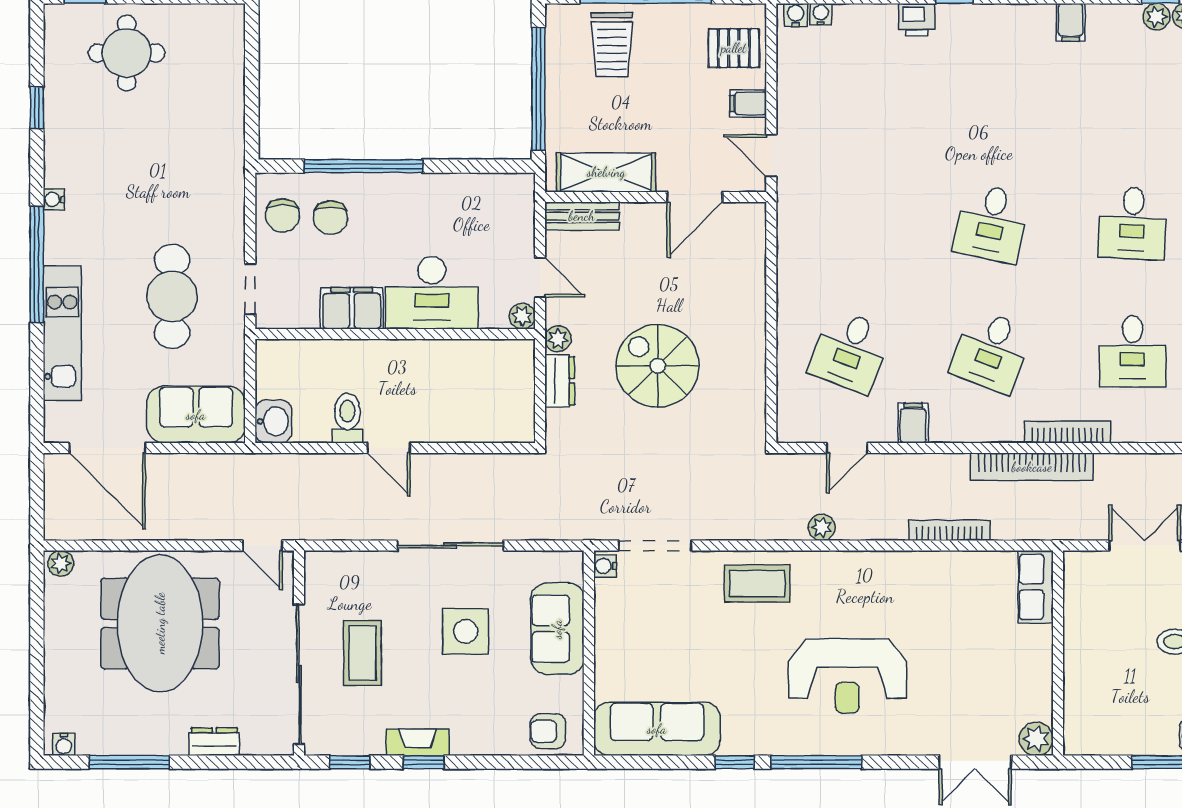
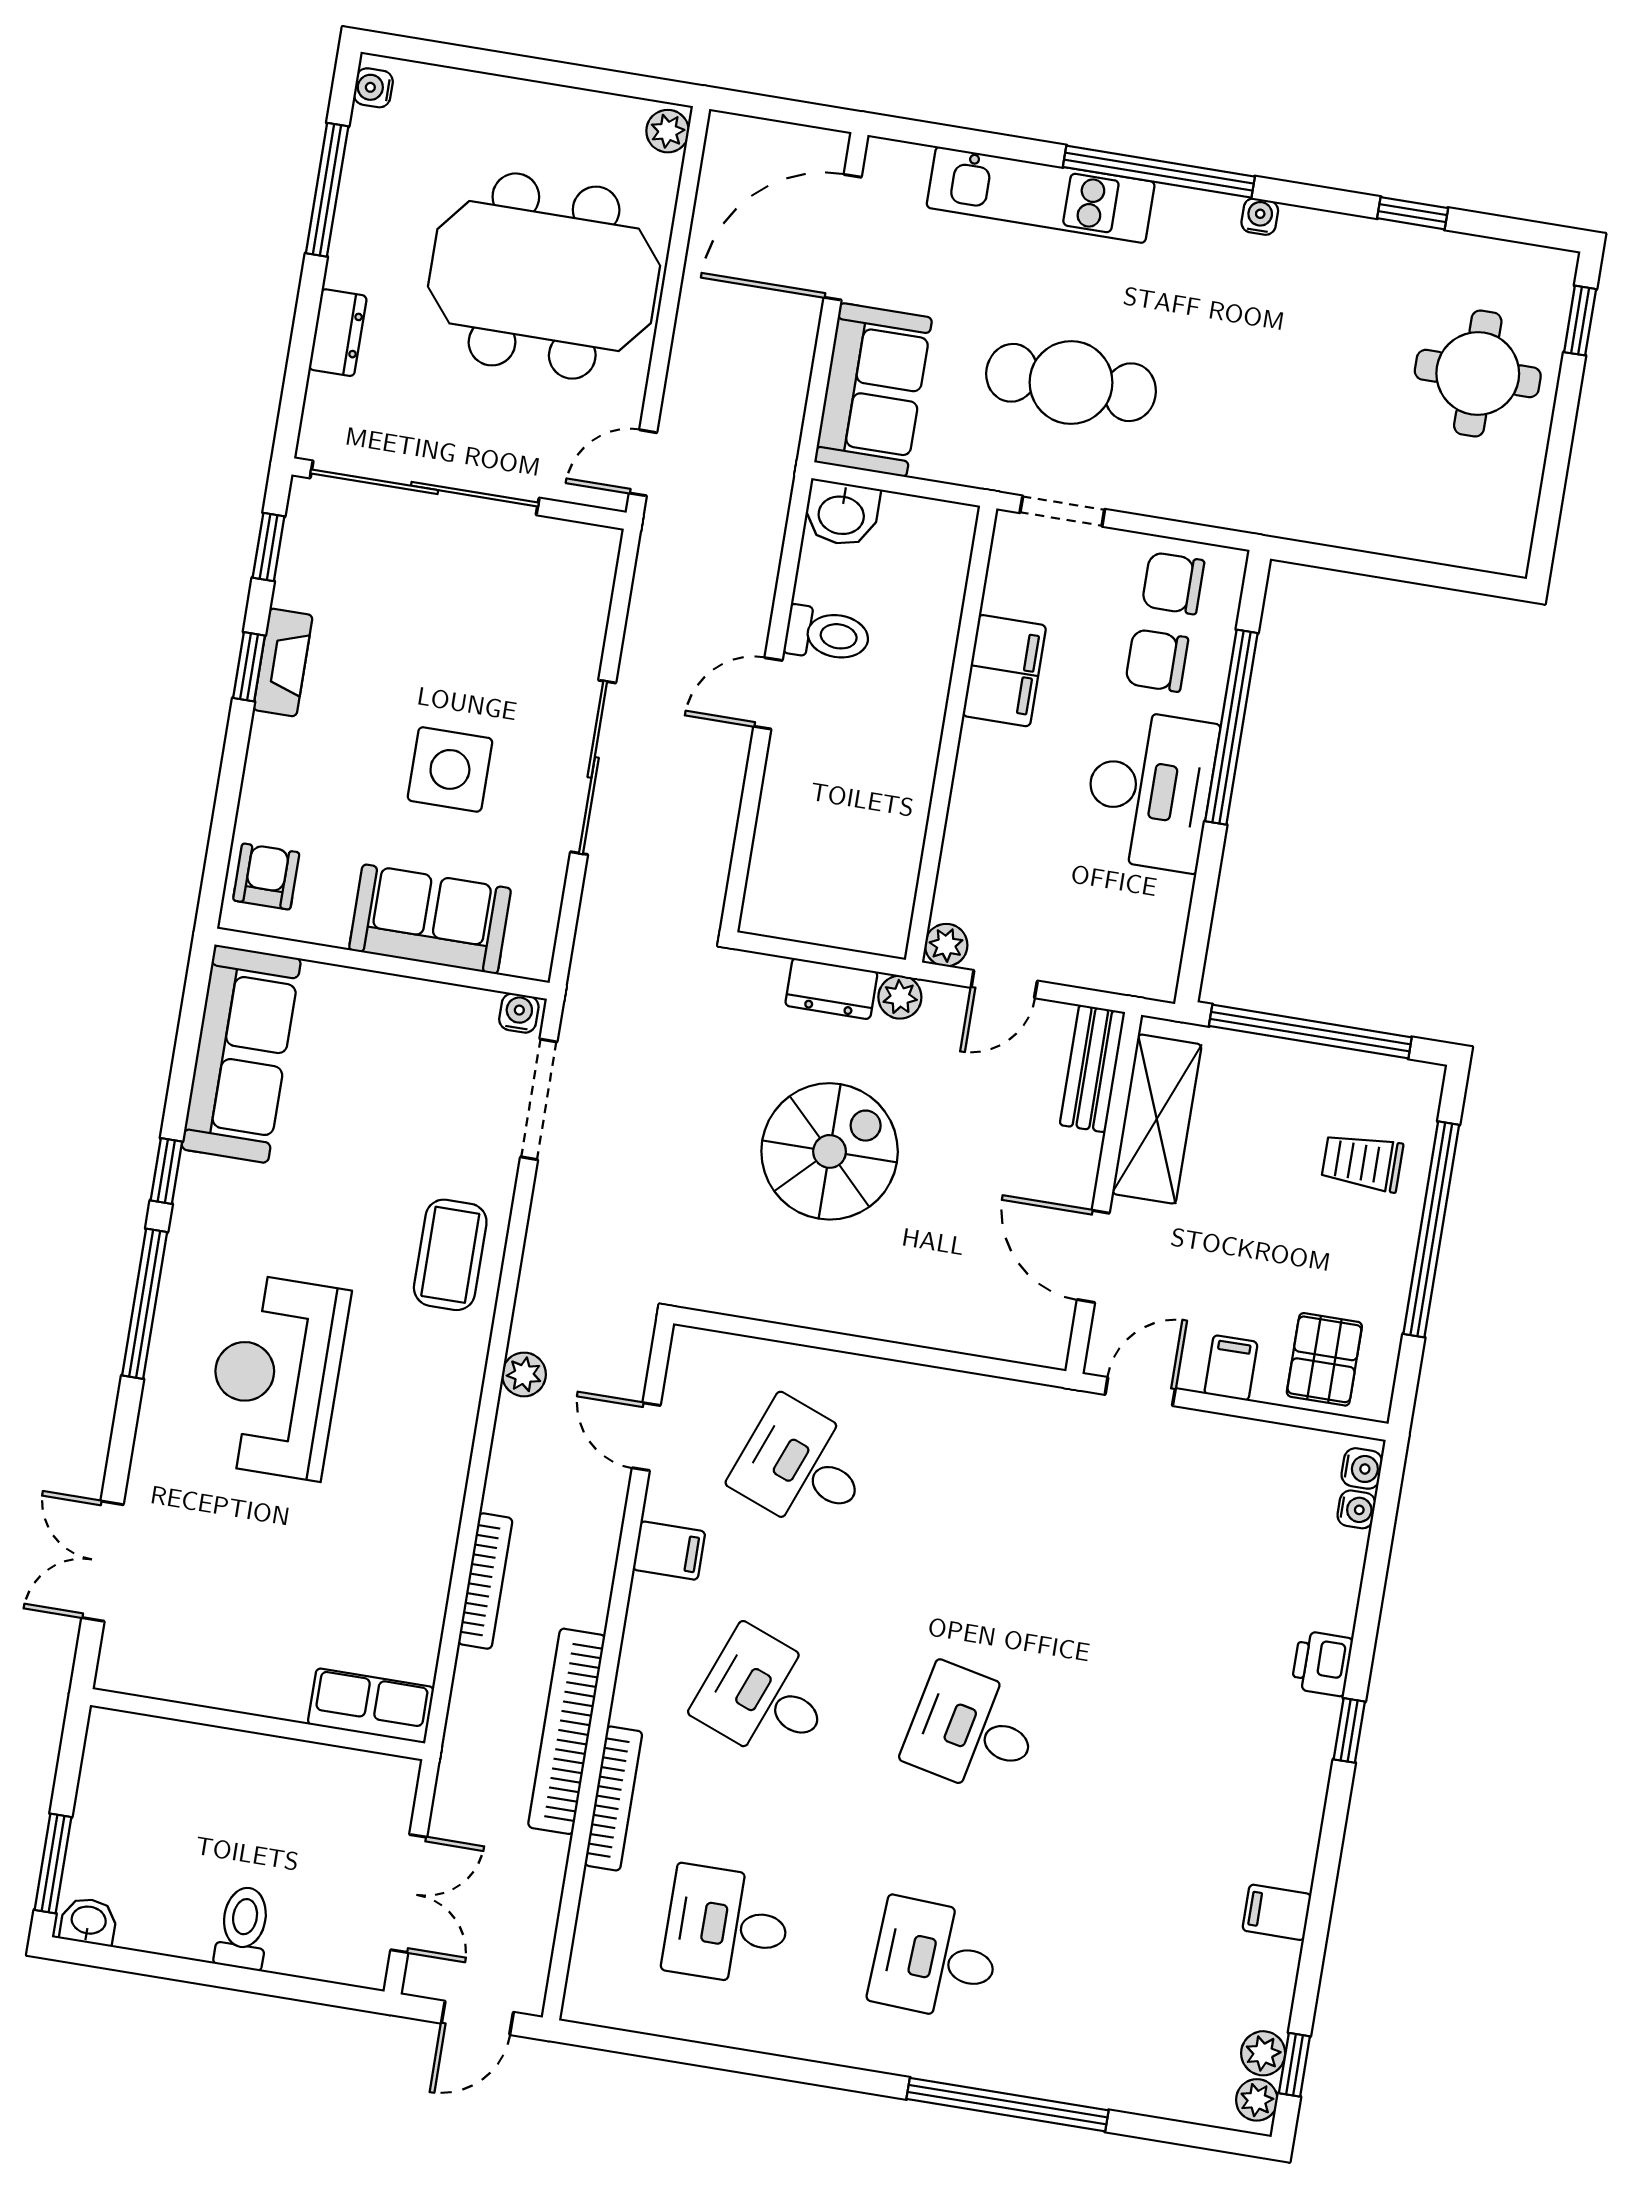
trolley: (612, 45) -> (1362, 1162), width x0.73, depth x0.72
desk: (432, 293) -> (1150, 790), moved, turned 180
coffee table: (362, 653) -> (442, 597), removed
plant: (1036, 739) -> (124, 1666), removed

